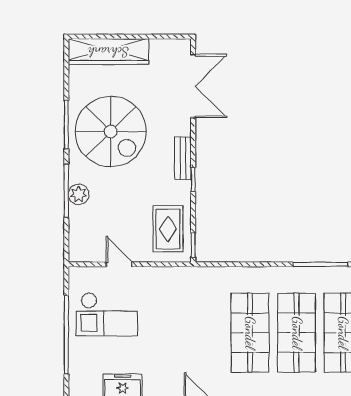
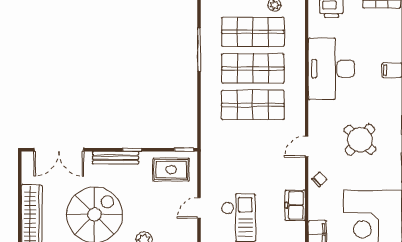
double door: (193, 86) -> (59, 150), swing flipped
bench: (183, 158) -> (115, 158), width x1.36

